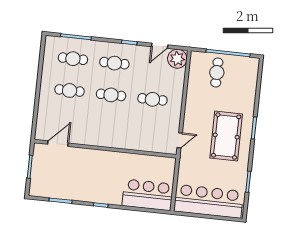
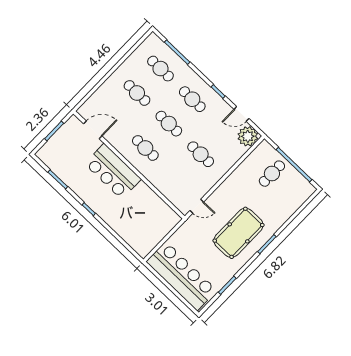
cafe table: (108, 127) -> (145, 148), added
bar counter: (148, 195) -> (113, 171), moved, turned 180

